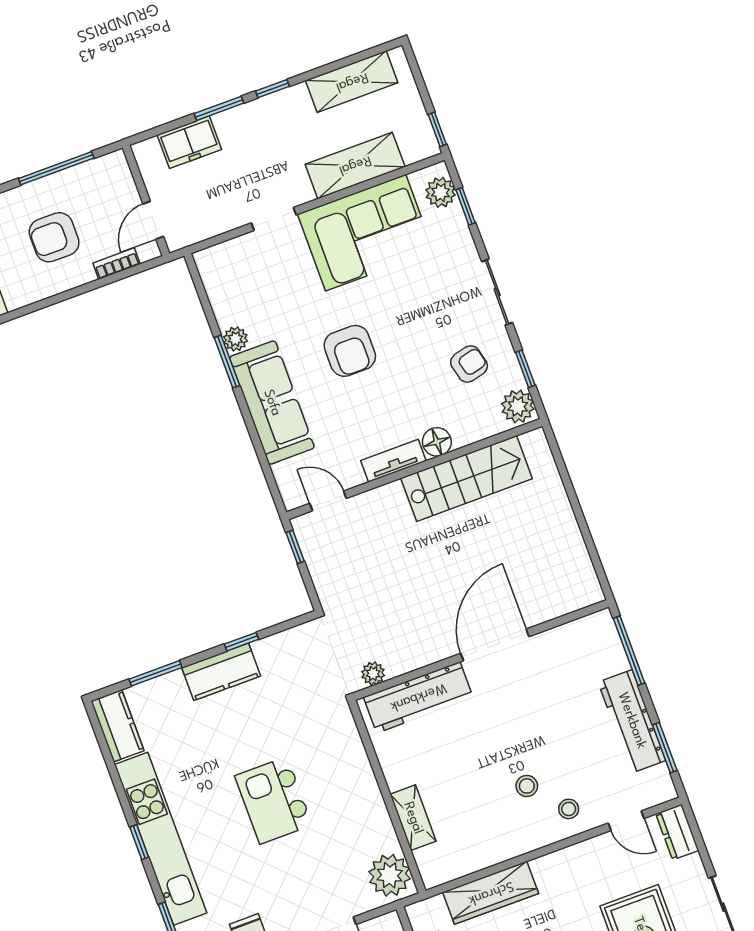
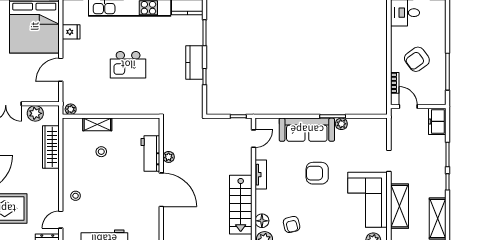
freezer: (189, 142) -> (437, 121), moved
armchair: (54, 237) -> (417, 59), turned -126
floor lamp: (437, 442) -> (262, 221), moved
plant: (373, 674) -> (169, 157), moved
workbench: (418, 697) -> (150, 153), width x0.73
stool: (527, 786) -> (101, 152), moved
kitchen island: (274, 800) -> (128, 65), turned 180
plant: (390, 875) -> (71, 109), width x0.53, depth x0.53

